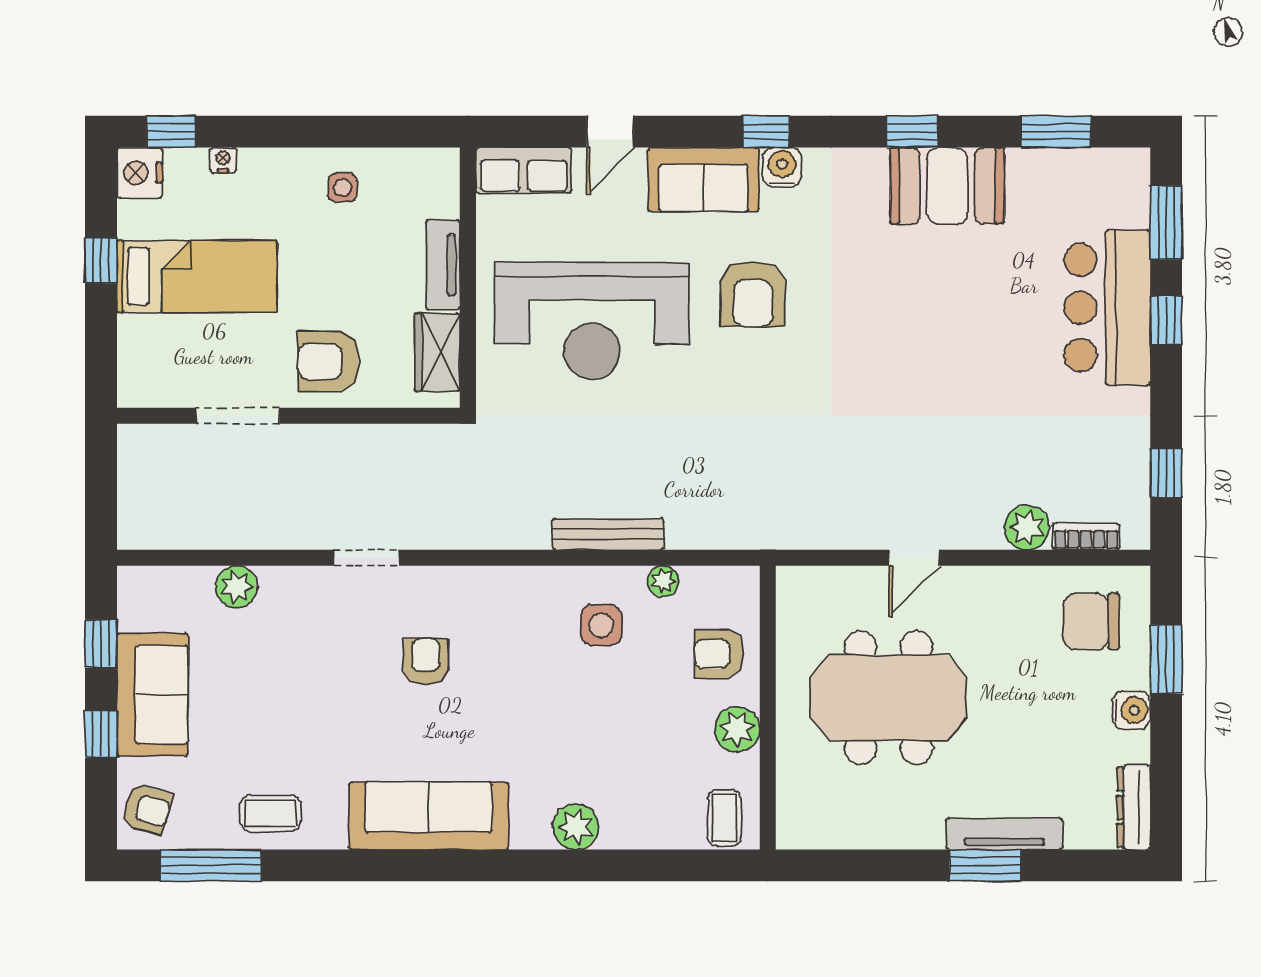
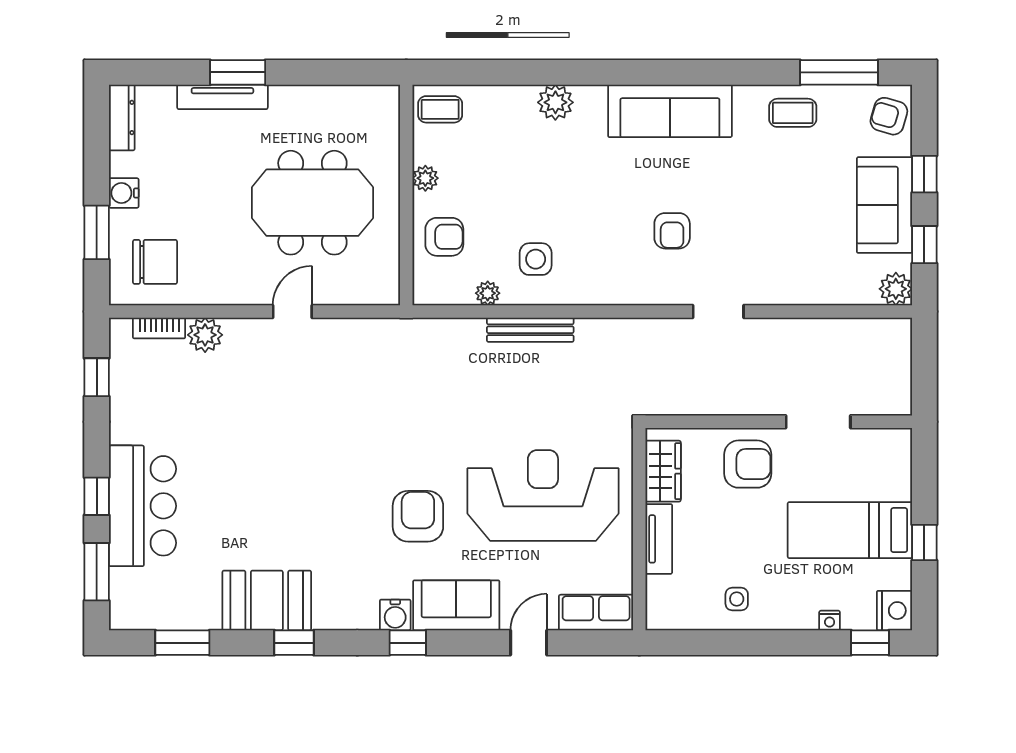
plant: (237, 587) -> (896, 289), moved
plant: (737, 729) -> (425, 178), width x0.73, depth x0.73
coffee table: (724, 818) -> (440, 109), turned 90

